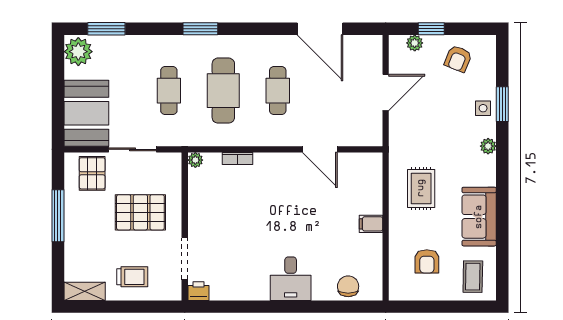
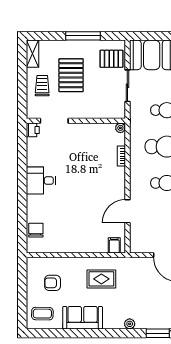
side table: (483, 108) -> (155, 320), removed
pallet: (140, 212) -> (71, 75), moved
filing cabinet: (371, 224) -> (114, 245), moved
trolley: (132, 277) -> (42, 86), turned 180
desk: (291, 279) -> (41, 180), moved
chair: (348, 286) -> (36, 230), turned -90

